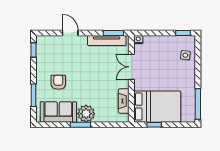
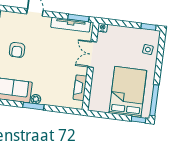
armchair: (58, 82) -> (17, 50), moved, turned 180
bed: (157, 107) -> (128, 92), moved, turned -90
plant: (86, 114) -> (36, 99), width x0.53, depth x0.53
window: (154, 125) -> (139, 120), moved

